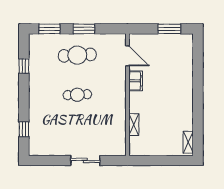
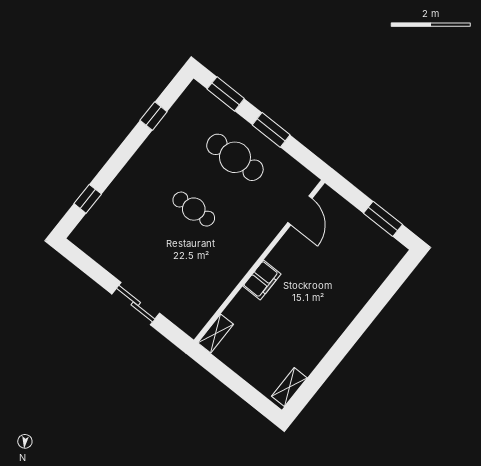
filing cabinet: (136, 81) -> (262, 280), moved
shelving: (134, 125) -> (216, 333), moved

